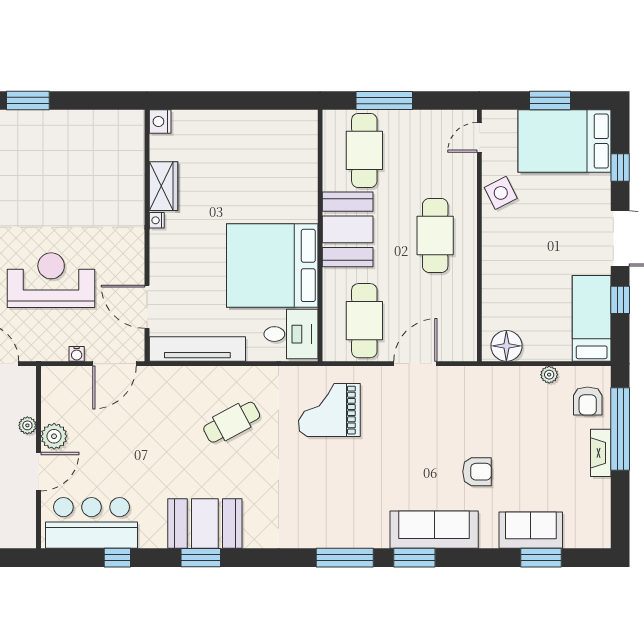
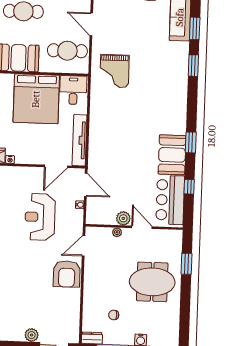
cafe table: (232, 422) -> (119, 123), removed
booth: (205, 524) -> (172, 155), moved
window: (345, 558) -> (193, 66), width x0.69

